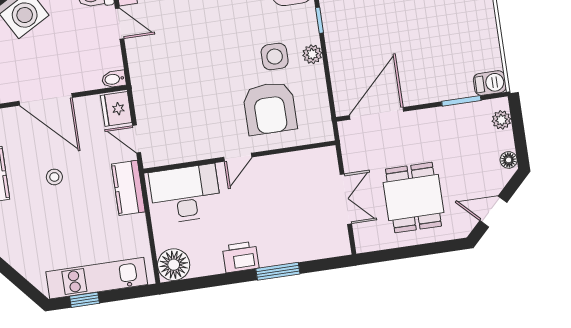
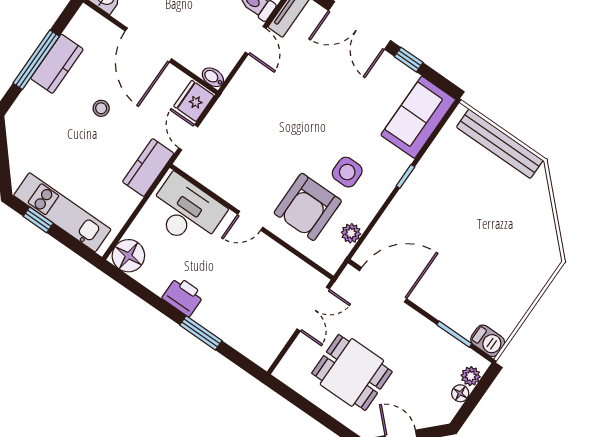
plant: (312, 54) -> (351, 233), moved
floor lamp: (509, 160) -> (460, 393), moved
dining table: (413, 198) -> (352, 372), turned 90
double door: (346, 199) -> (313, 309), moved

